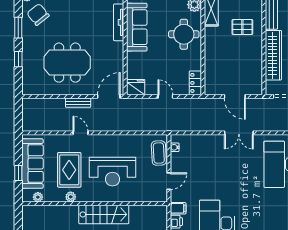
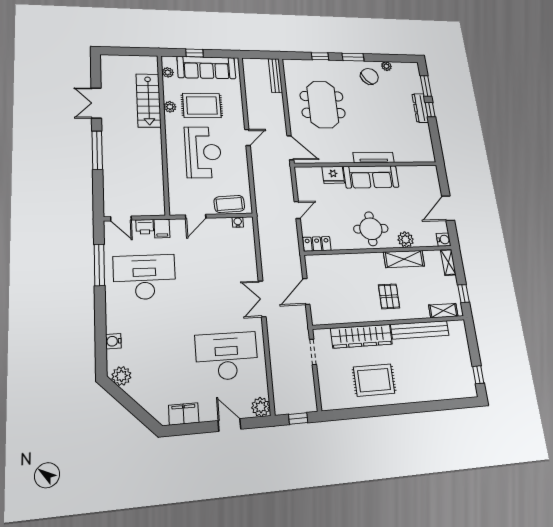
fridge: (136, 87) -> (333, 175), moved, turned 90
bench: (78, 103) -> (275, 76), moved, width x1.36
door: (81, 133) -> (247, 137), moved
reception desk: (113, 172) -> (203, 152), turned 180
door: (169, 181) -> (196, 217), hinge flipped
stairs: (104, 214) -> (148, 100), moved

